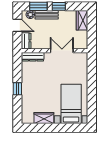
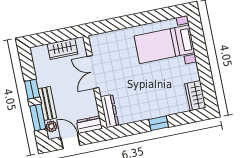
wardrobe: (82, 20) -> (63, 49), moved
door: (17, 25) -> (70, 141), hinge flipped
wardrobe: (44, 118) -> (195, 96), moved

